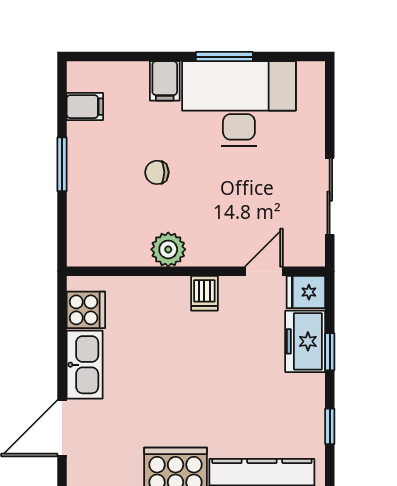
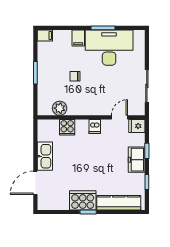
filing cabinet: (85, 107) -> (45, 35), moved
plant: (168, 249) -> (60, 108), moved
cooker: (86, 310) -> (67, 127), moved, turned 90
freezer: (305, 341) -> (137, 160), moved

